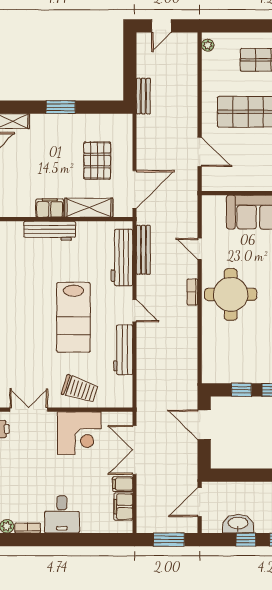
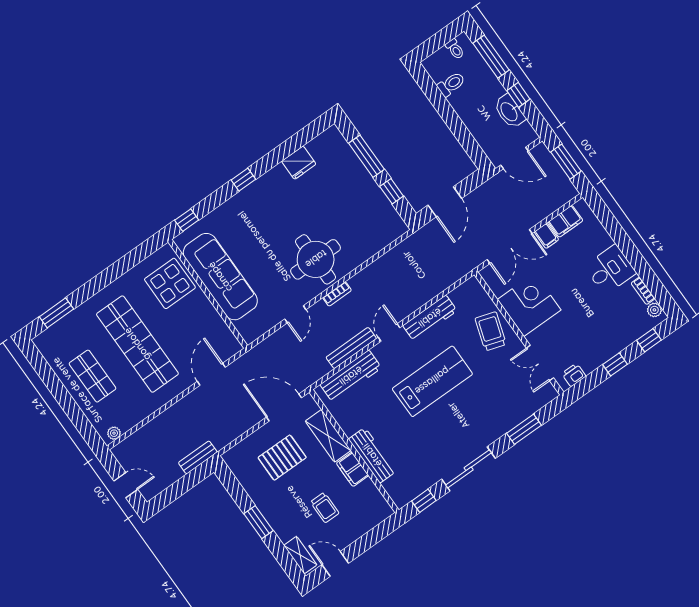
trolley: (36, 166) -> (325, 508), added
bench: (143, 250) -> (351, 348), moved

